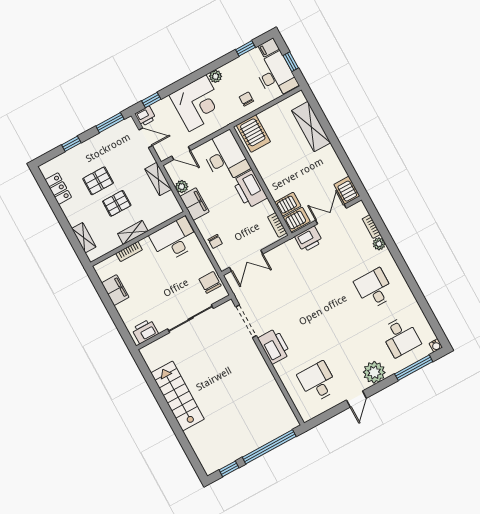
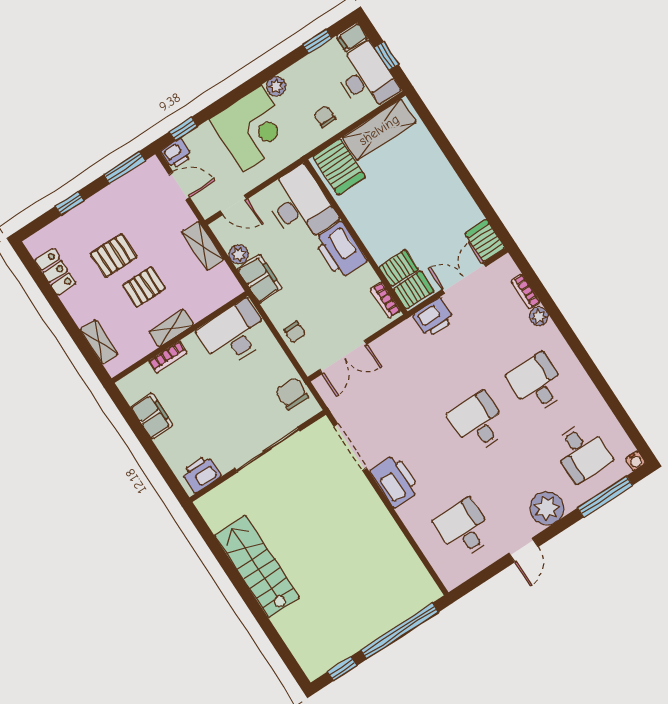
shelving: (311, 127) -> (379, 130), moved, turned 90
desk: (333, 311) -> (478, 422), added

